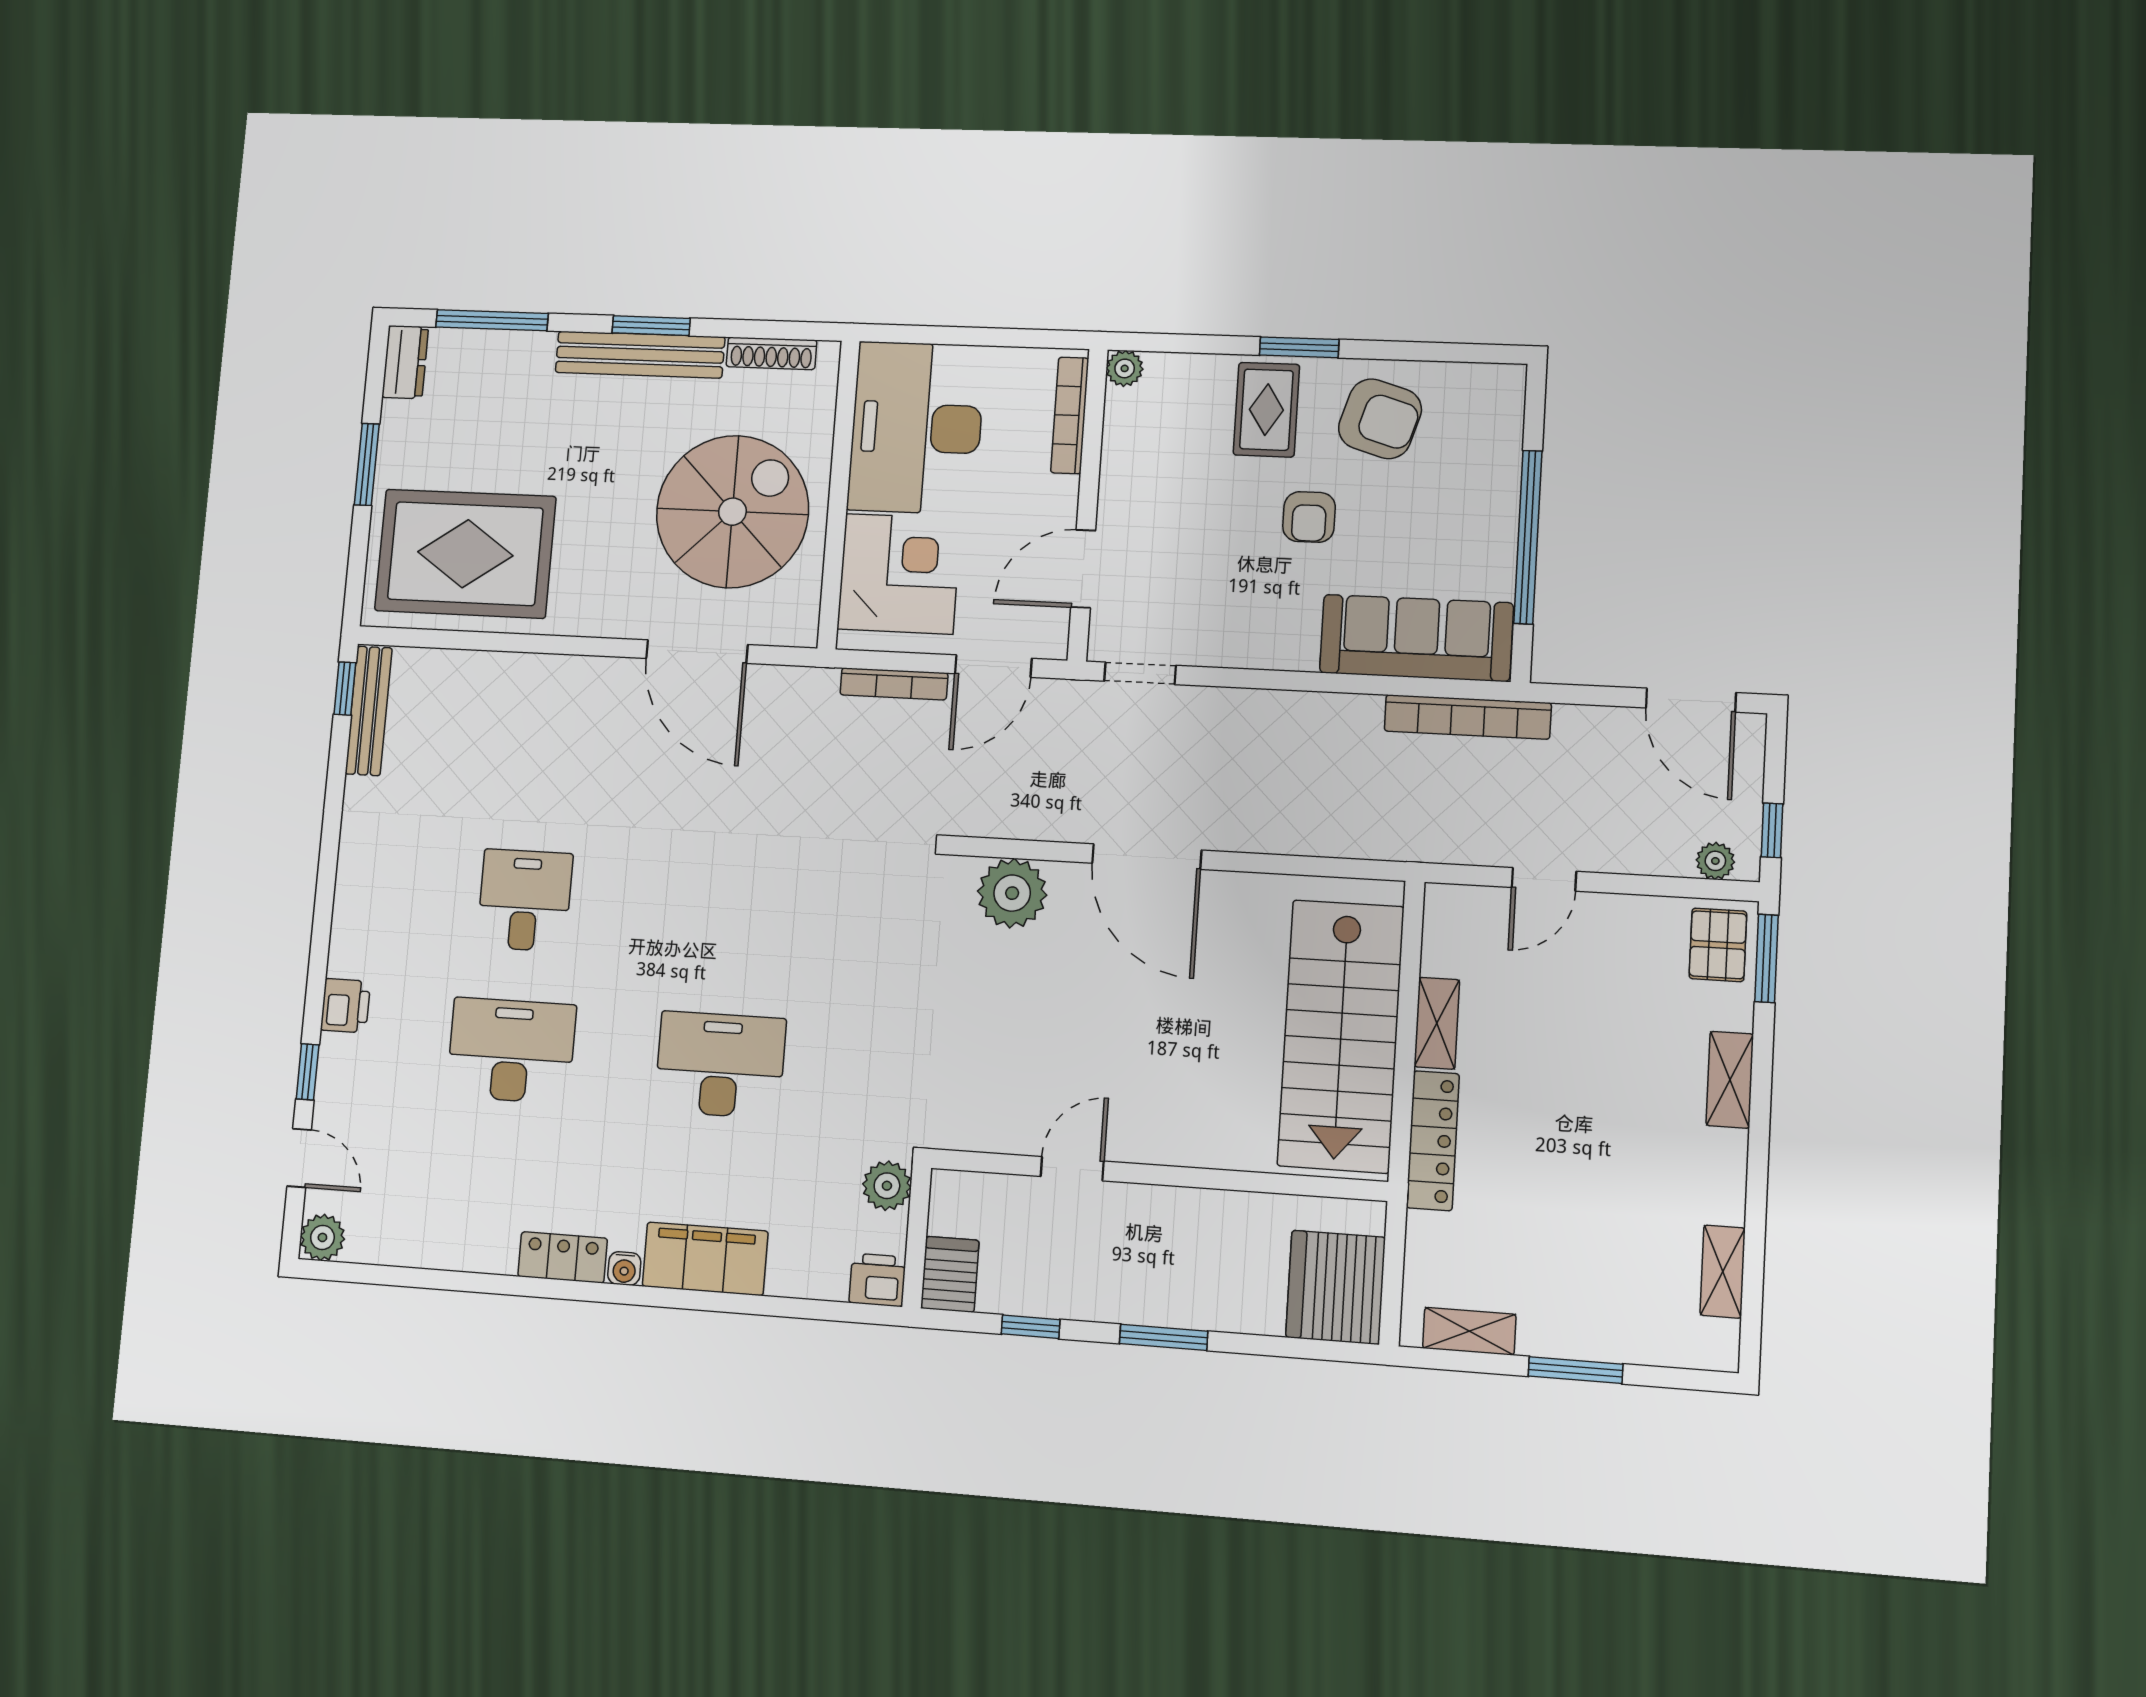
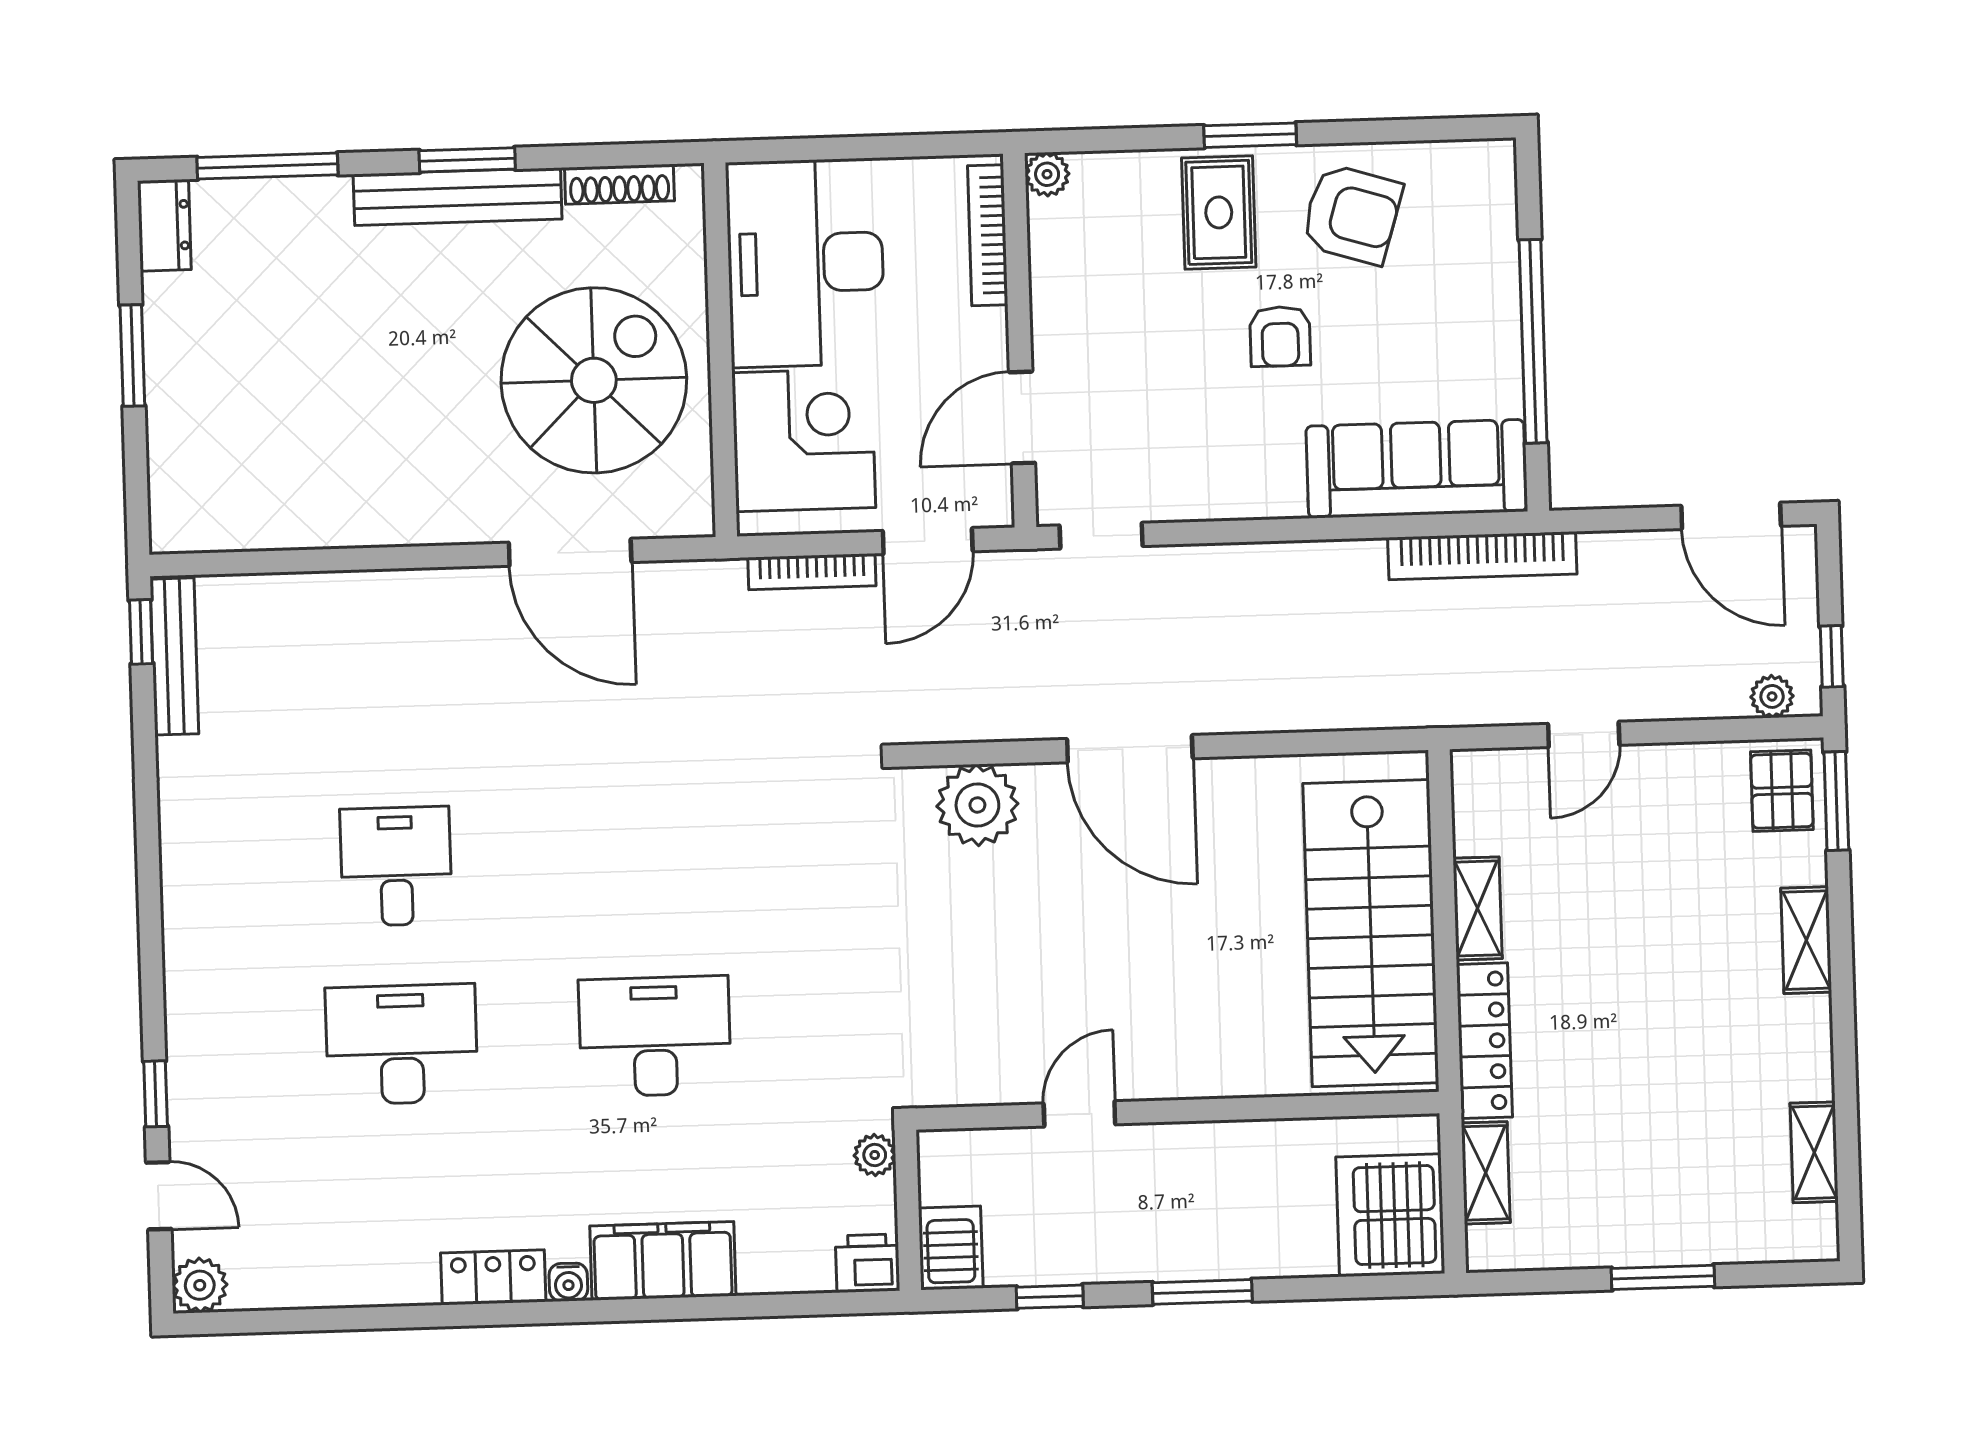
rug: (465, 554) -> (270, 456), removed
printer: (345, 1006) -> (192, 1011), removed
plant: (887, 1186) -> (875, 1155), width x0.73, depth x0.73
shelving: (1469, 1331) -> (1486, 1173), moved, turned 90

